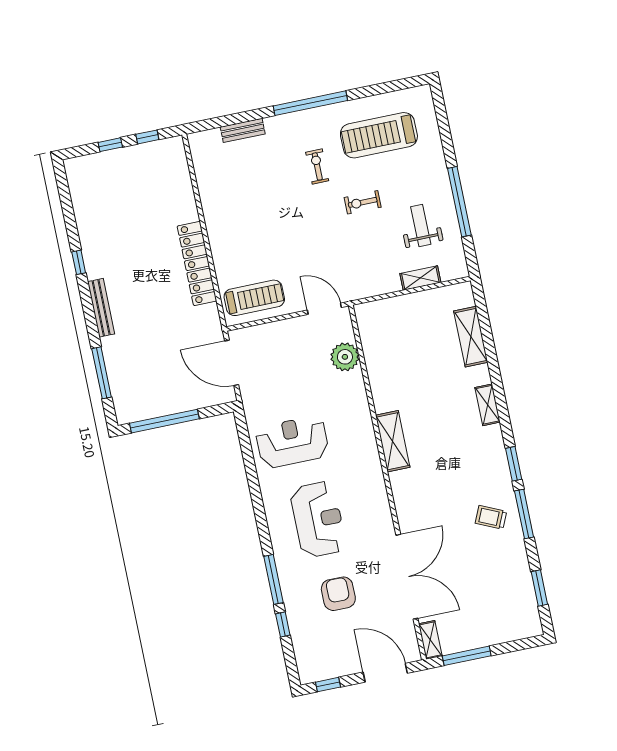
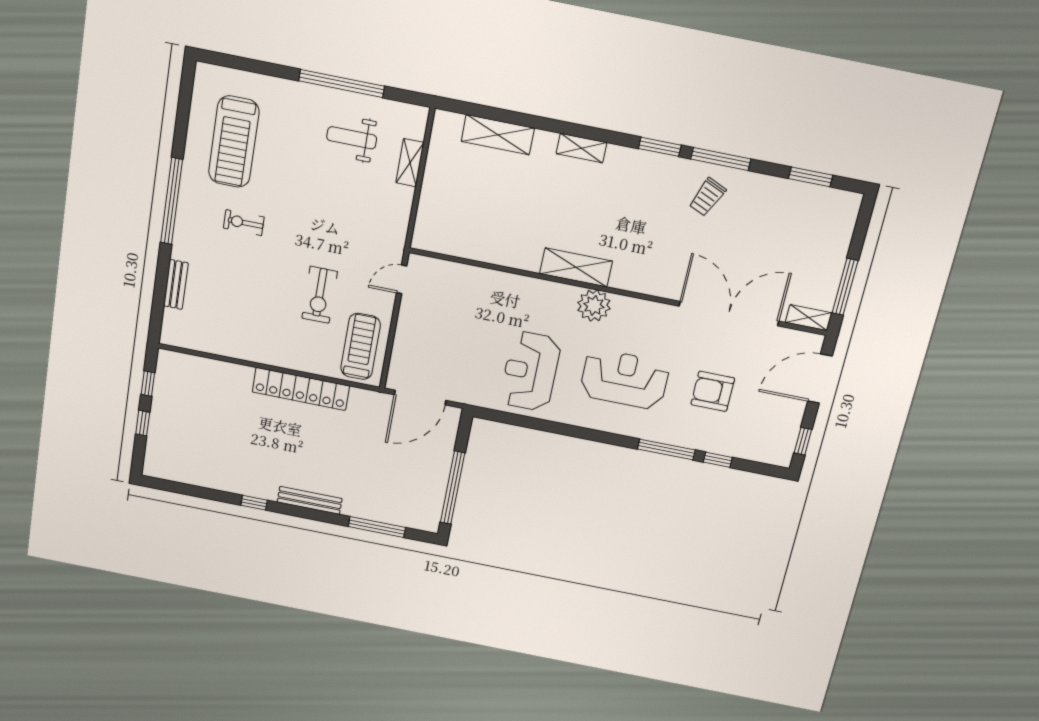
exercise bike: (363, 202) -> (320, 295), moved, width x1.38, depth x1.39
door: (324, 309) -> (402, 279), width x0.73
plant: (345, 357) -> (594, 306), moved

